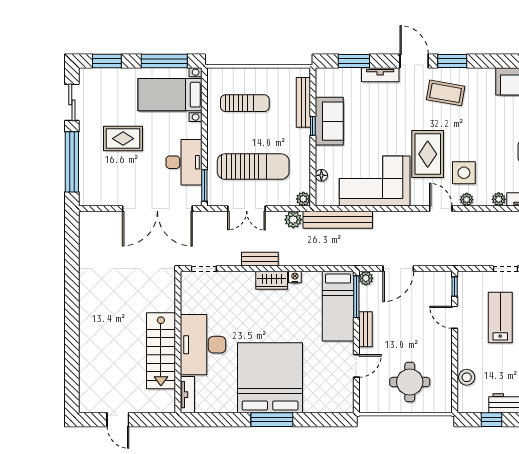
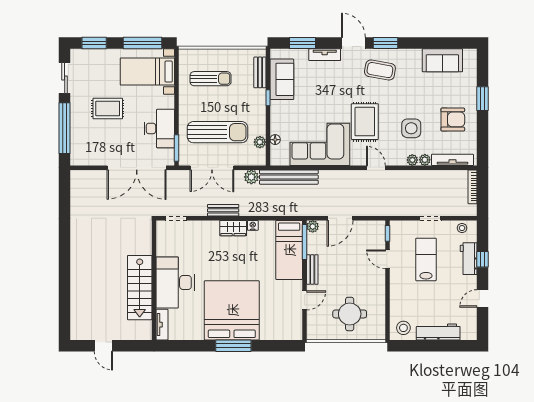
bench: (303, 102) -> (260, 72), width x0.73
sofa: (329, 121) -> (282, 79), moved
side table: (464, 173) -> (411, 128), moved
plant: (303, 199) -> (260, 142), moved
plant: (467, 200) -> (412, 160), moved
double door: (247, 209) -> (212, 168), width x1.37
stool: (467, 377) -> (403, 328), moved
window: (492, 420) -> (419, 346), removed

